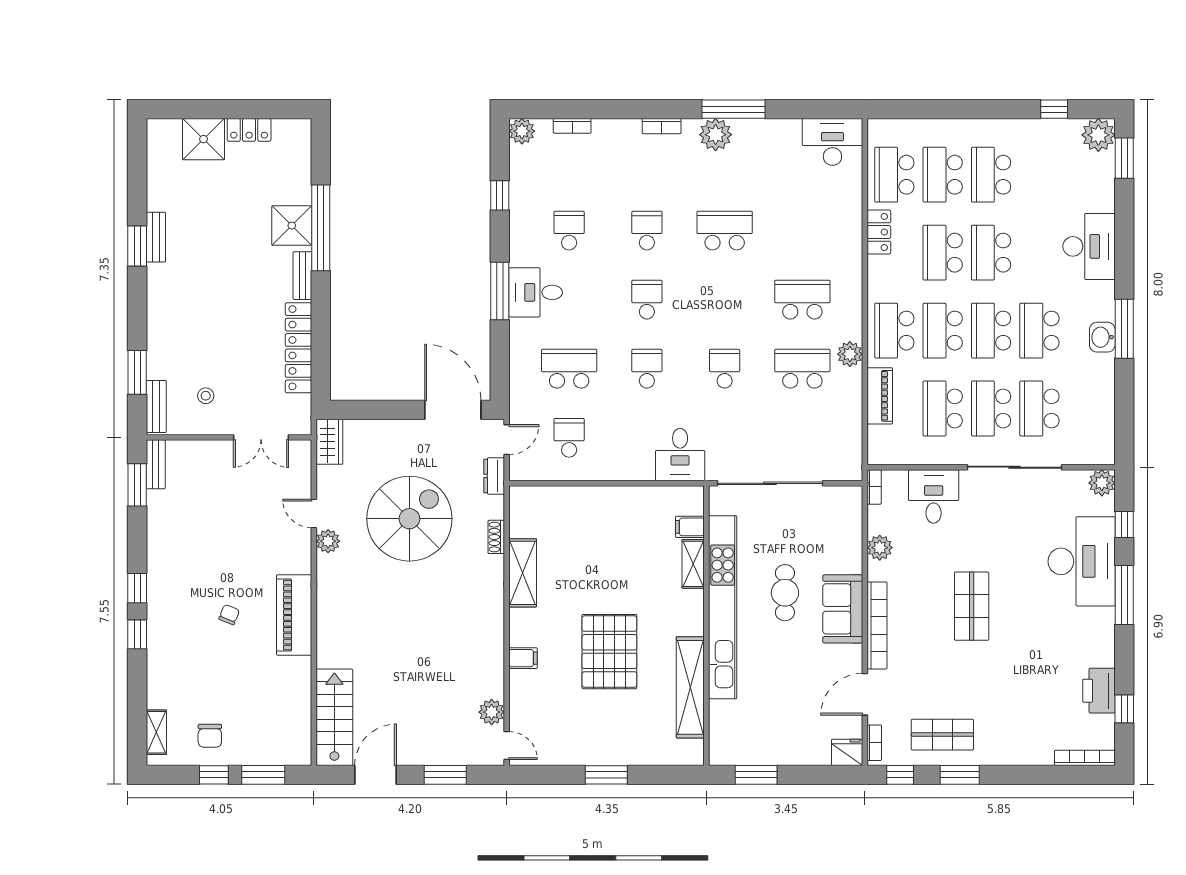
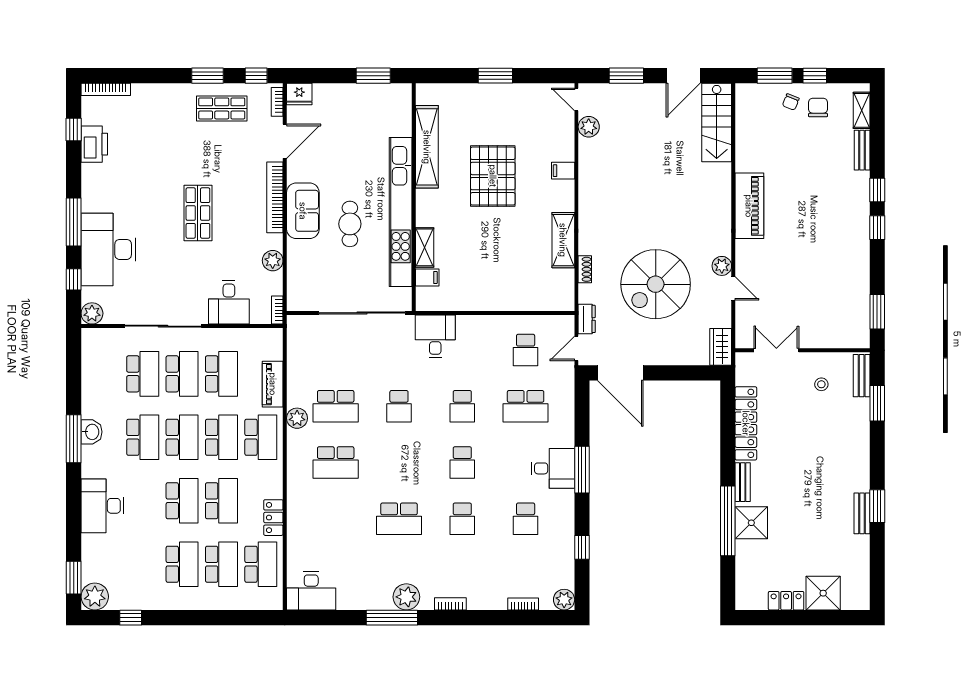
bench: (156, 464) -> (862, 150), moved
chair: (229, 615) -> (791, 102), moved

